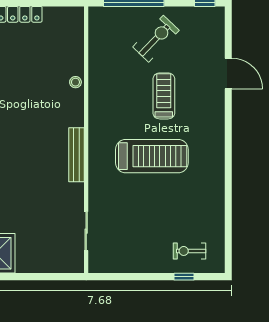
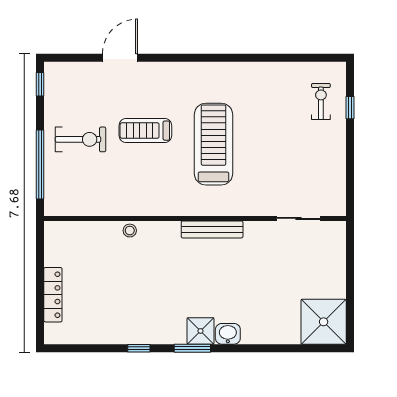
exercise bike: (156, 39) -> (81, 139), turned 136
exercise bike: (189, 251) -> (321, 102), turned 180

